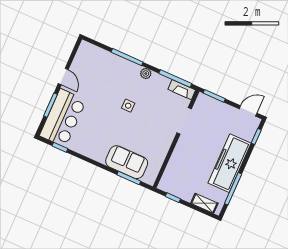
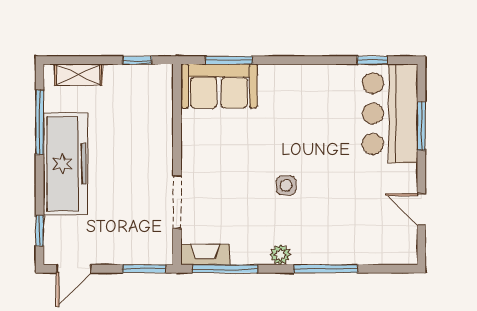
door: (63, 77) -> (421, 209), moved
sofa: (127, 162) -> (219, 86), moved

